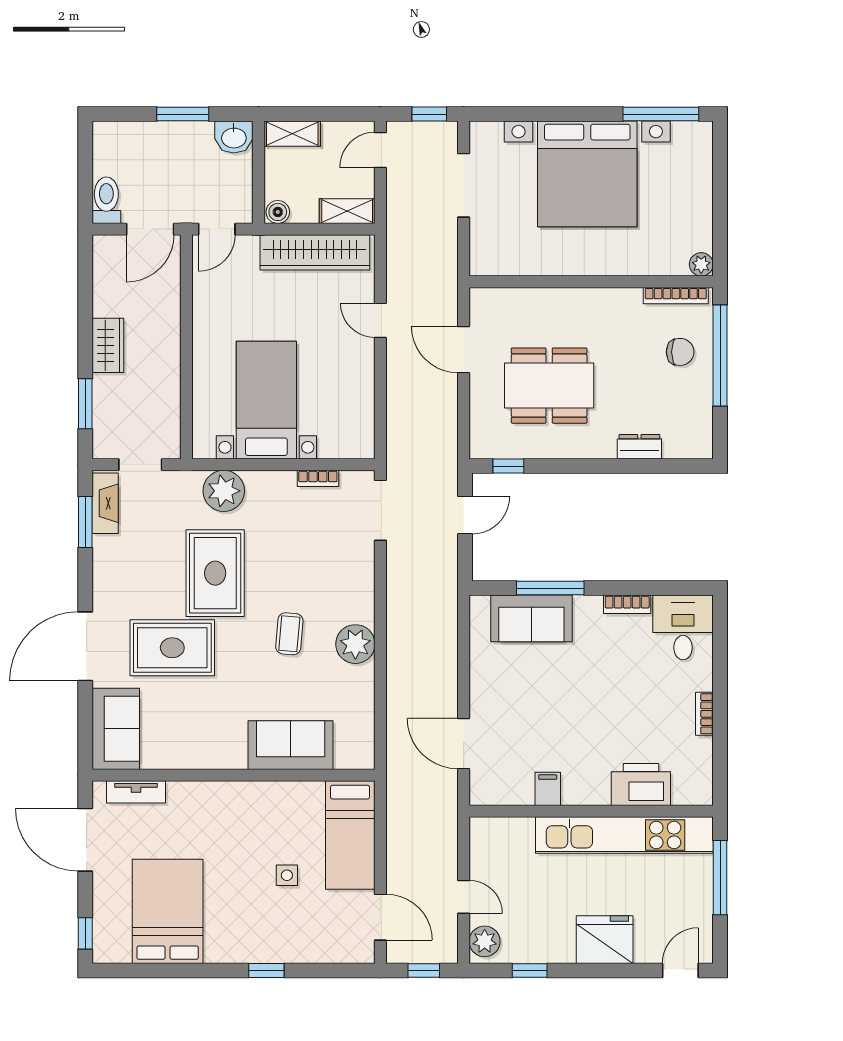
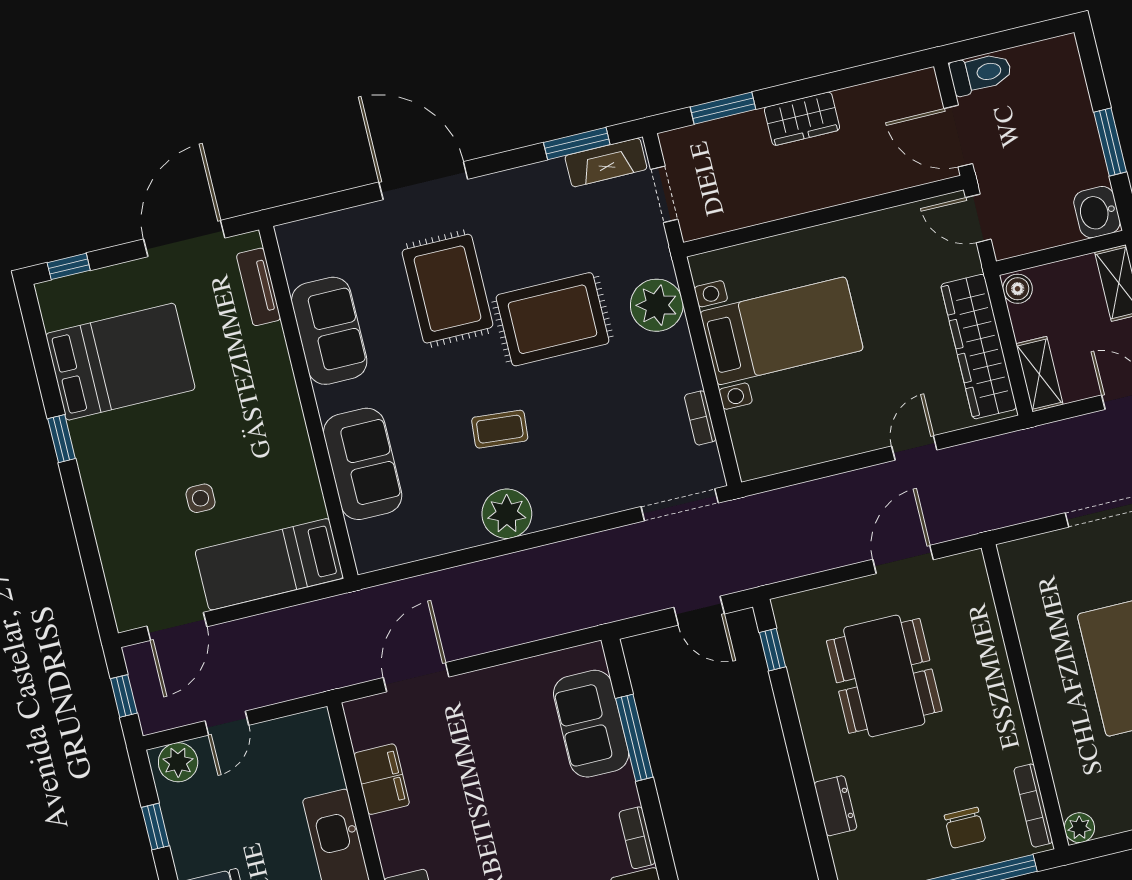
sofa: (116, 729) -> (329, 331), moved, turned -90
filing cabinet: (548, 789) -> (382, 779), width x2.00
window: (266, 971) -> (62, 439), moved

